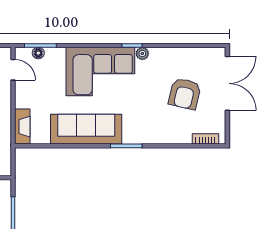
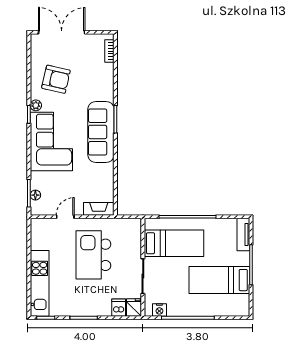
door: (13, 70) -> (65, 217), moved
armchair: (185, 94) -> (56, 79), moved
sofa: (86, 129) -> (101, 132), moved

